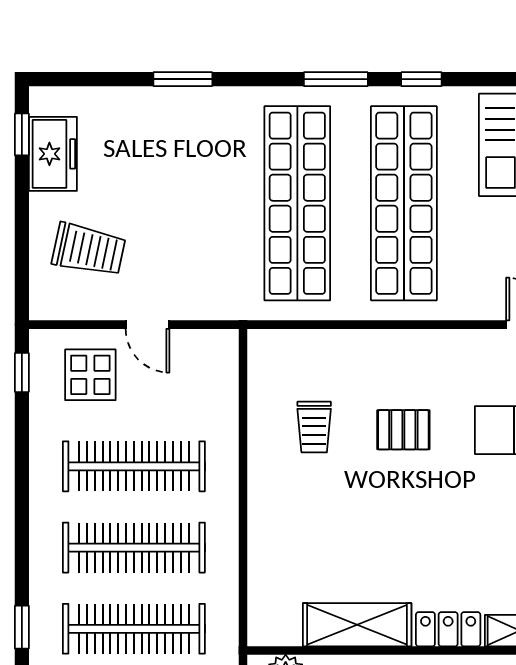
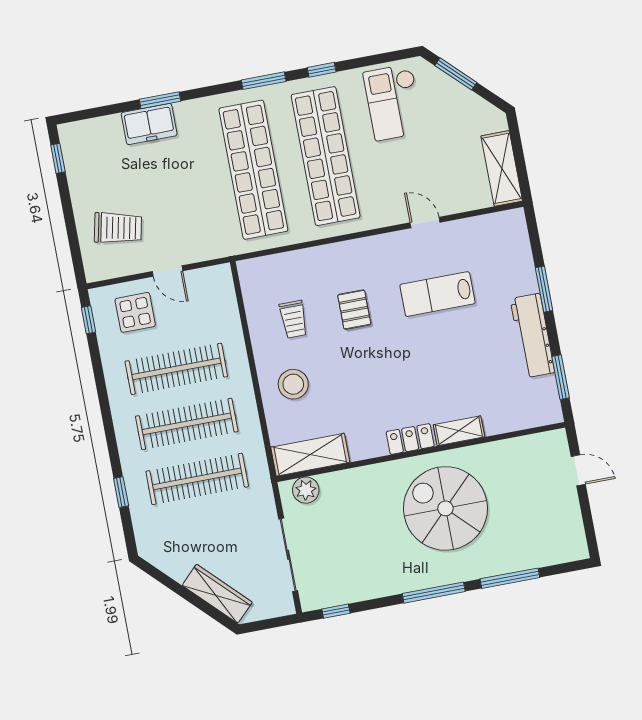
freezer: (53, 154) -> (149, 124), moved, turned 90
pallet: (403, 430) -> (354, 310), turned 90
stool: (296, 520) -> (293, 384), added
shelving: (357, 625) -> (310, 455), moved

